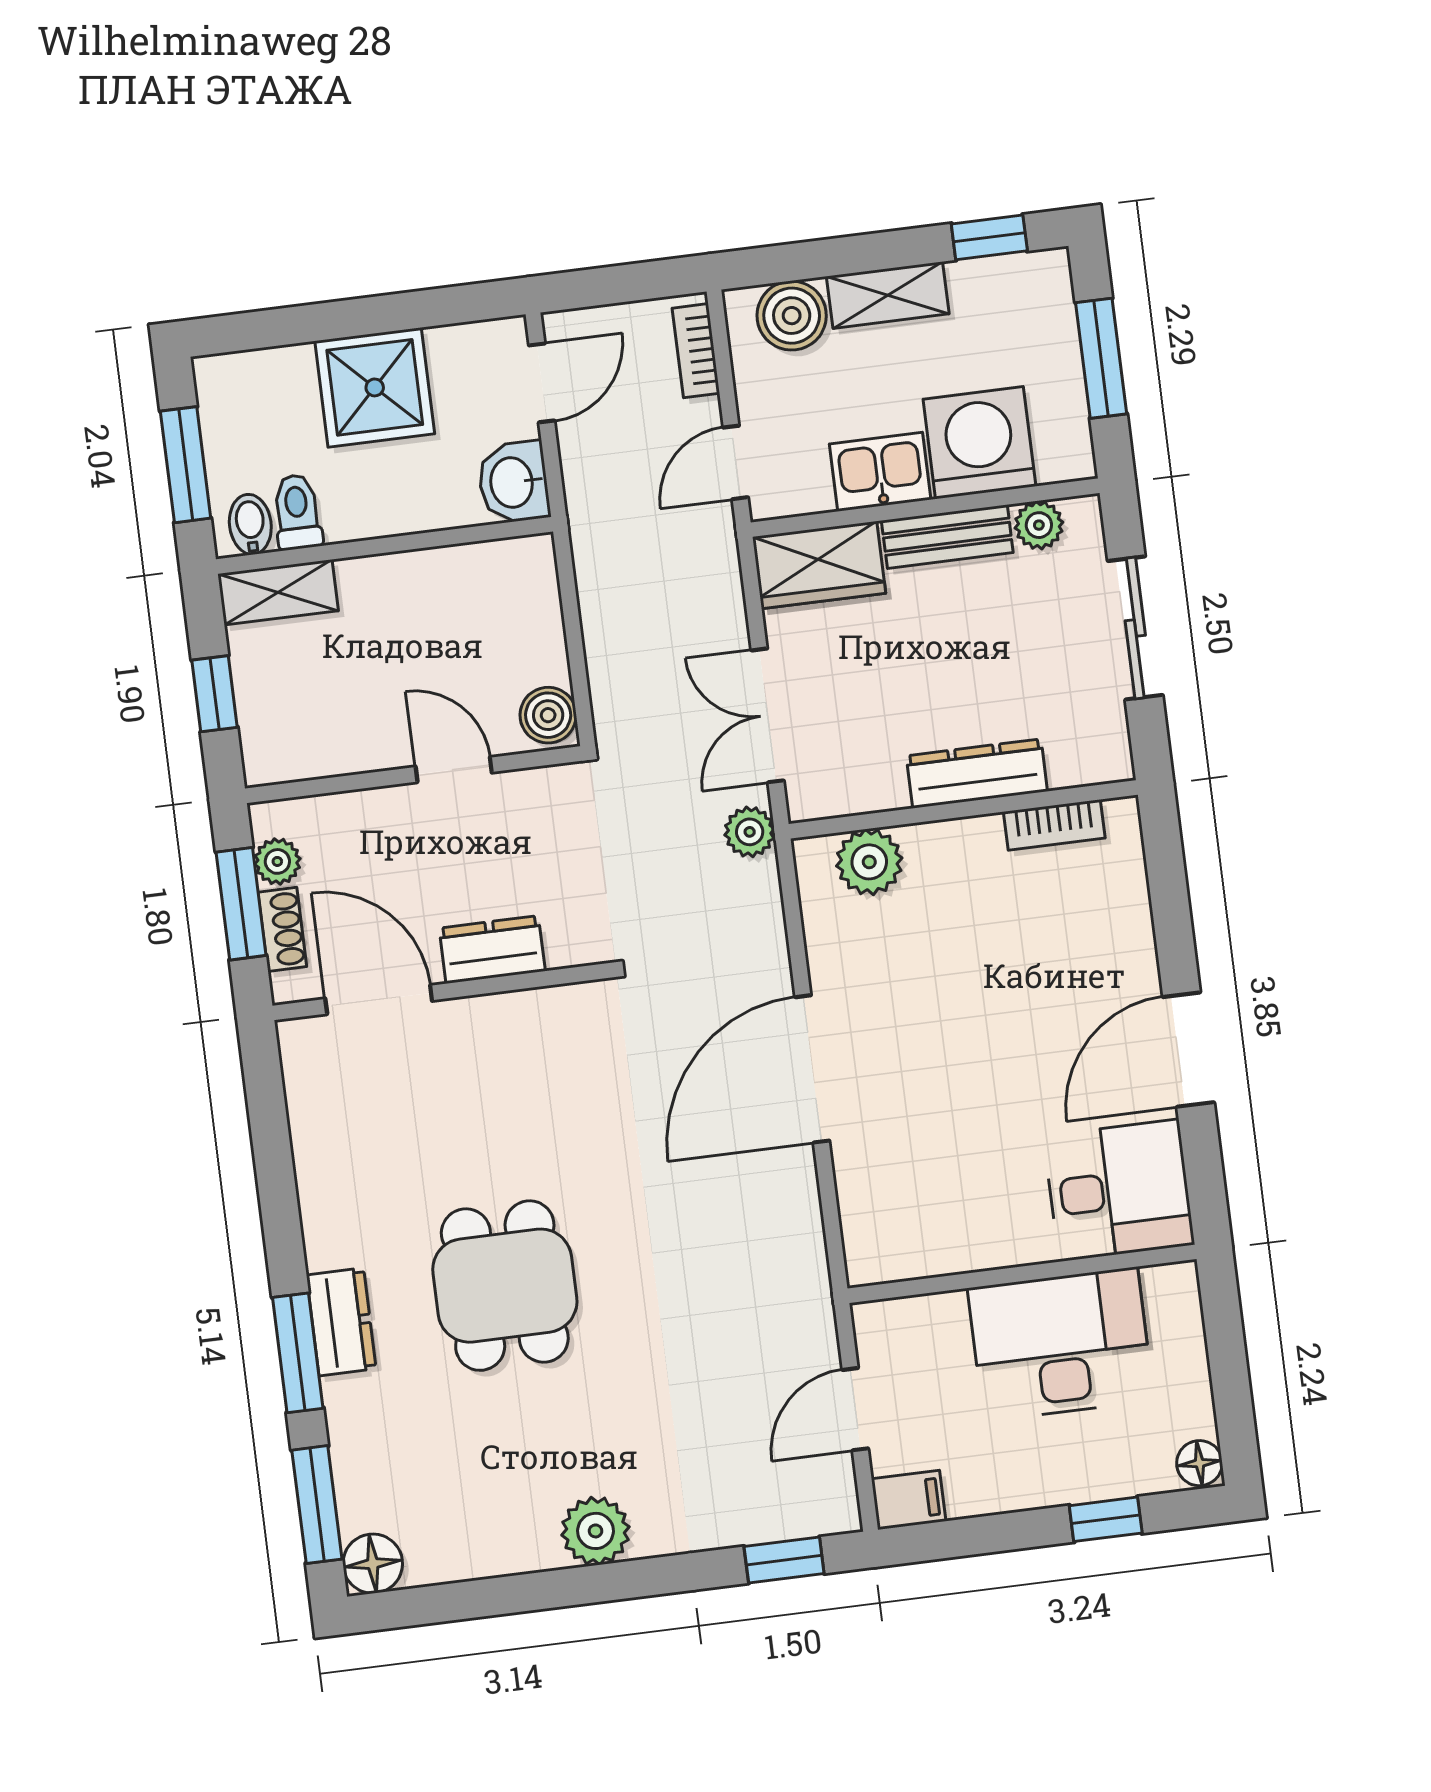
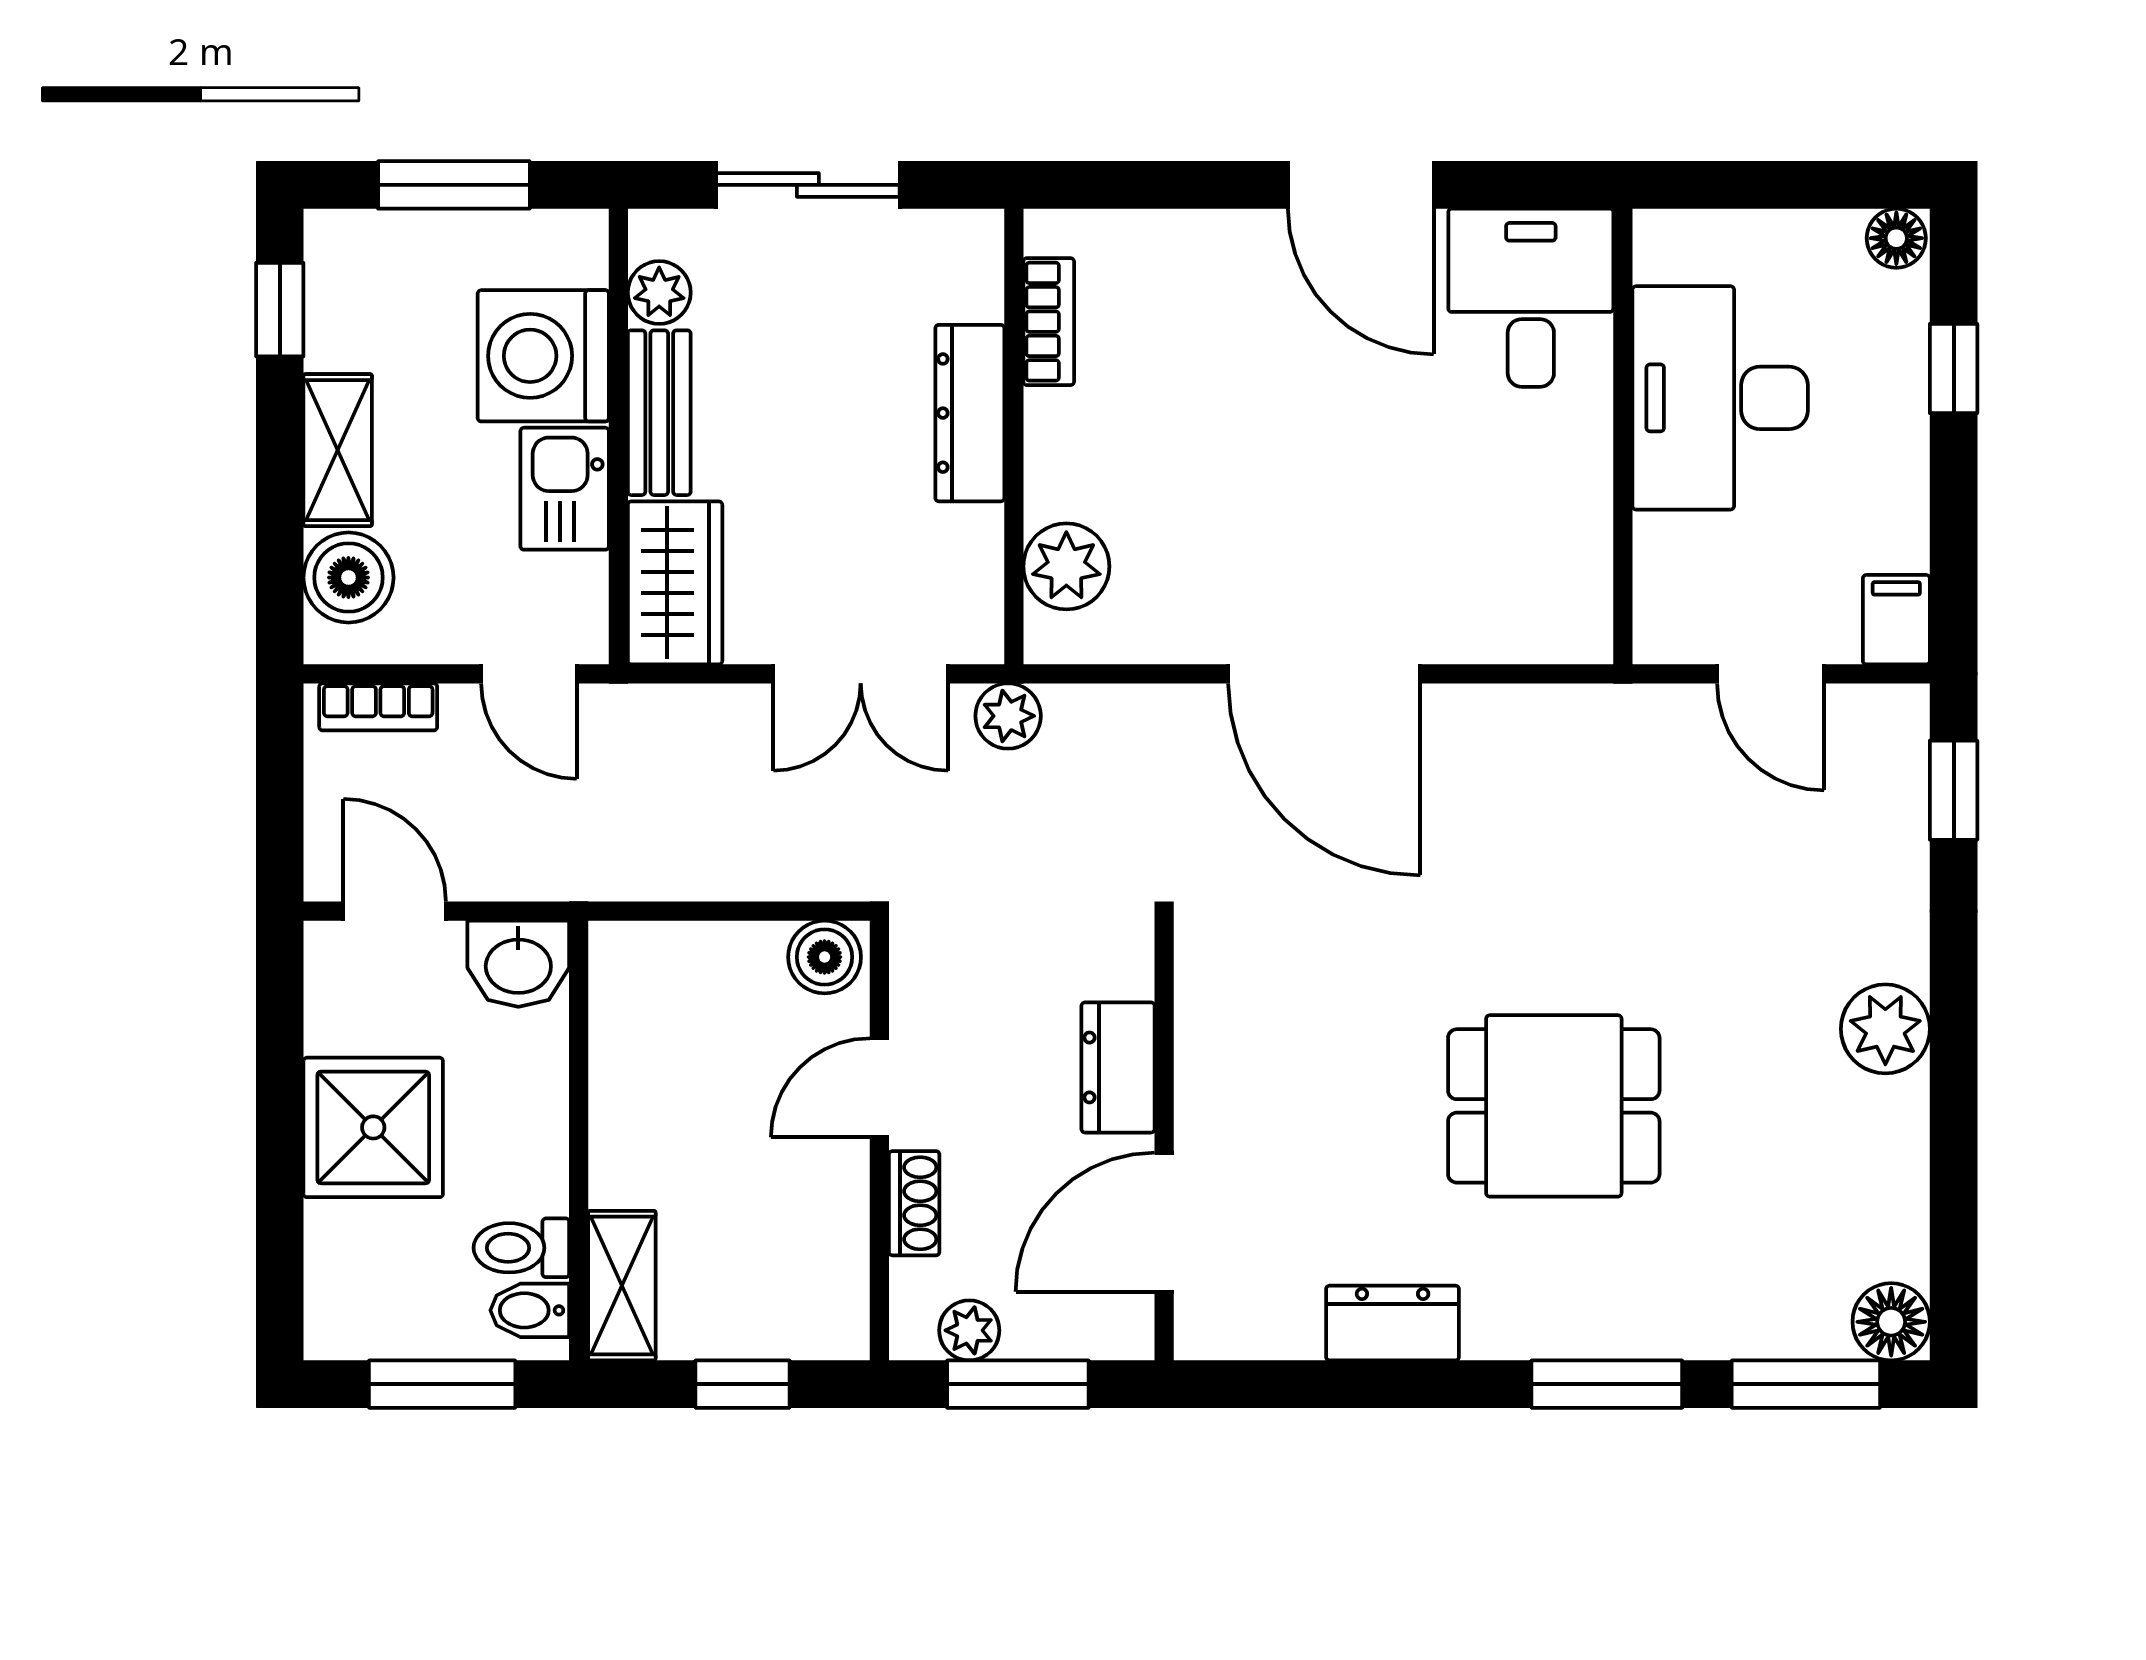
shoe rack: (282, 929) -> (914, 1203), moved, turned 90
dresser: (341, 1322) -> (1393, 1323), moved

